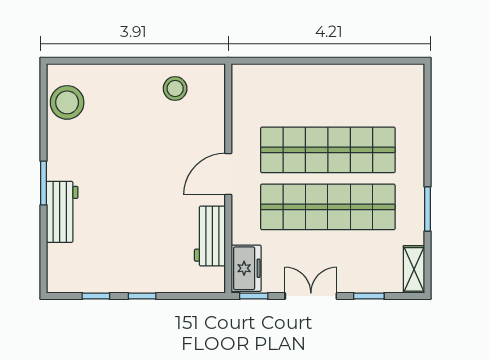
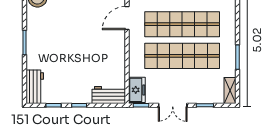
door: (228, 174) -> (127, 18), moved
workbench: (62, 212) -> (35, 87), moved
workbench: (210, 236) -> (109, 95), moved, turned 90
double door: (311, 296) -> (173, 105), swing flipped

